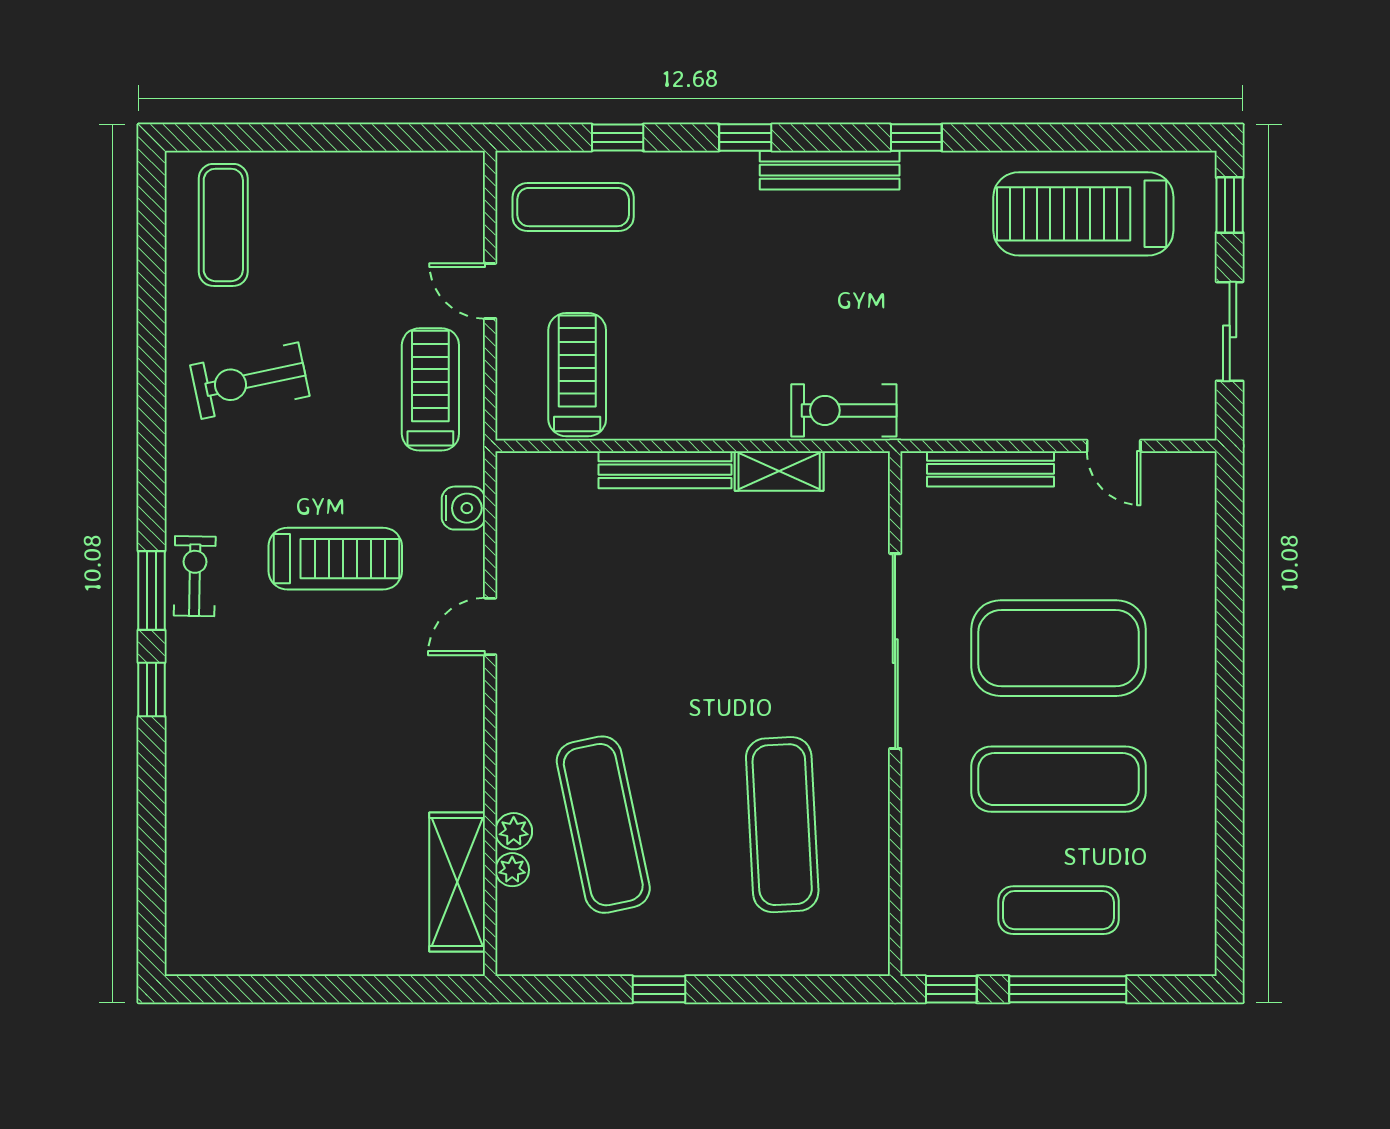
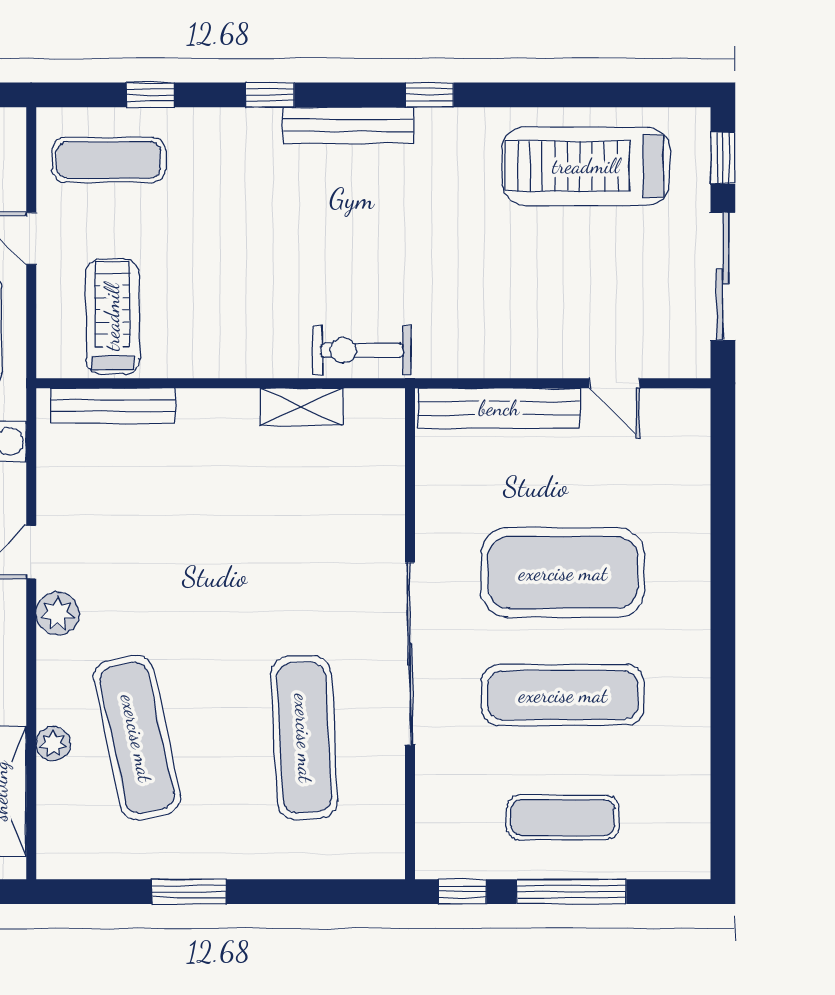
sliding door: (1230, 331) -> (723, 276), width x1.37
bench: (990, 469) -> (499, 408), width x1.37, depth x1.21
bench: (665, 470) -> (113, 406), moved
sliding door: (895, 651) -> (410, 654), moved
plant: (512, 870) -> (58, 614), moved, width x1.38, depth x1.38
window: (659, 989) -> (189, 892), width x1.50

